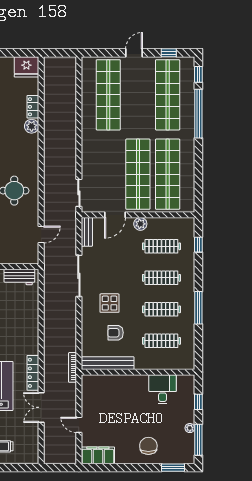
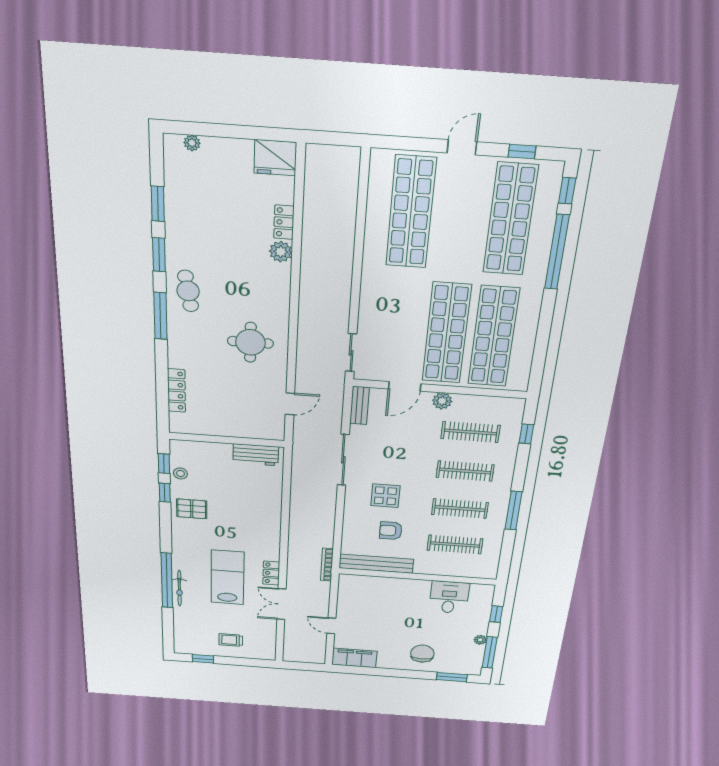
locker: (33, 373) -> (271, 573), width x0.66

